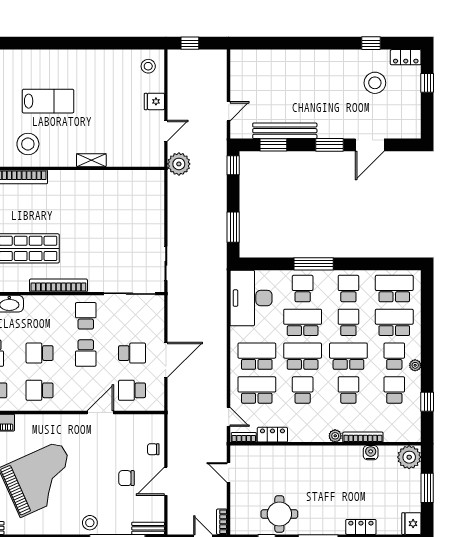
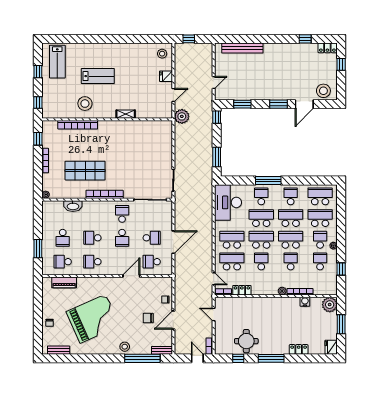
stool: (375, 83) -> (323, 91), moved
bench: (285, 131) -> (242, 48), moved
school desk: (348, 322) -> (291, 218), width x1.85

